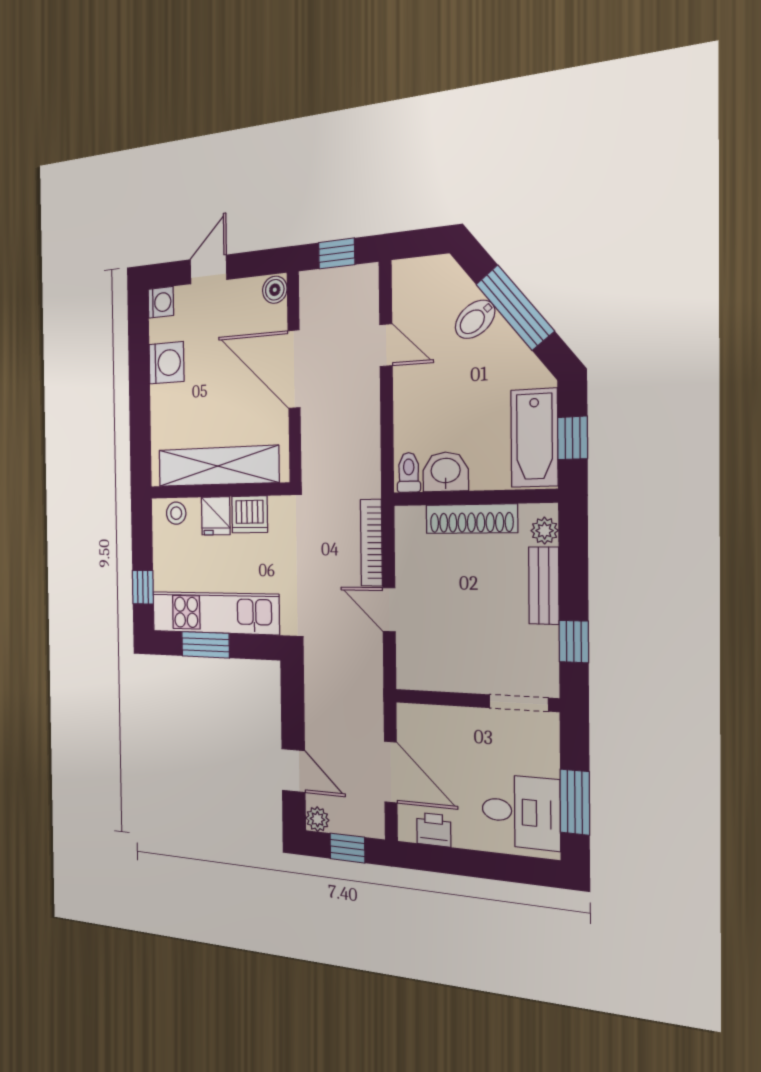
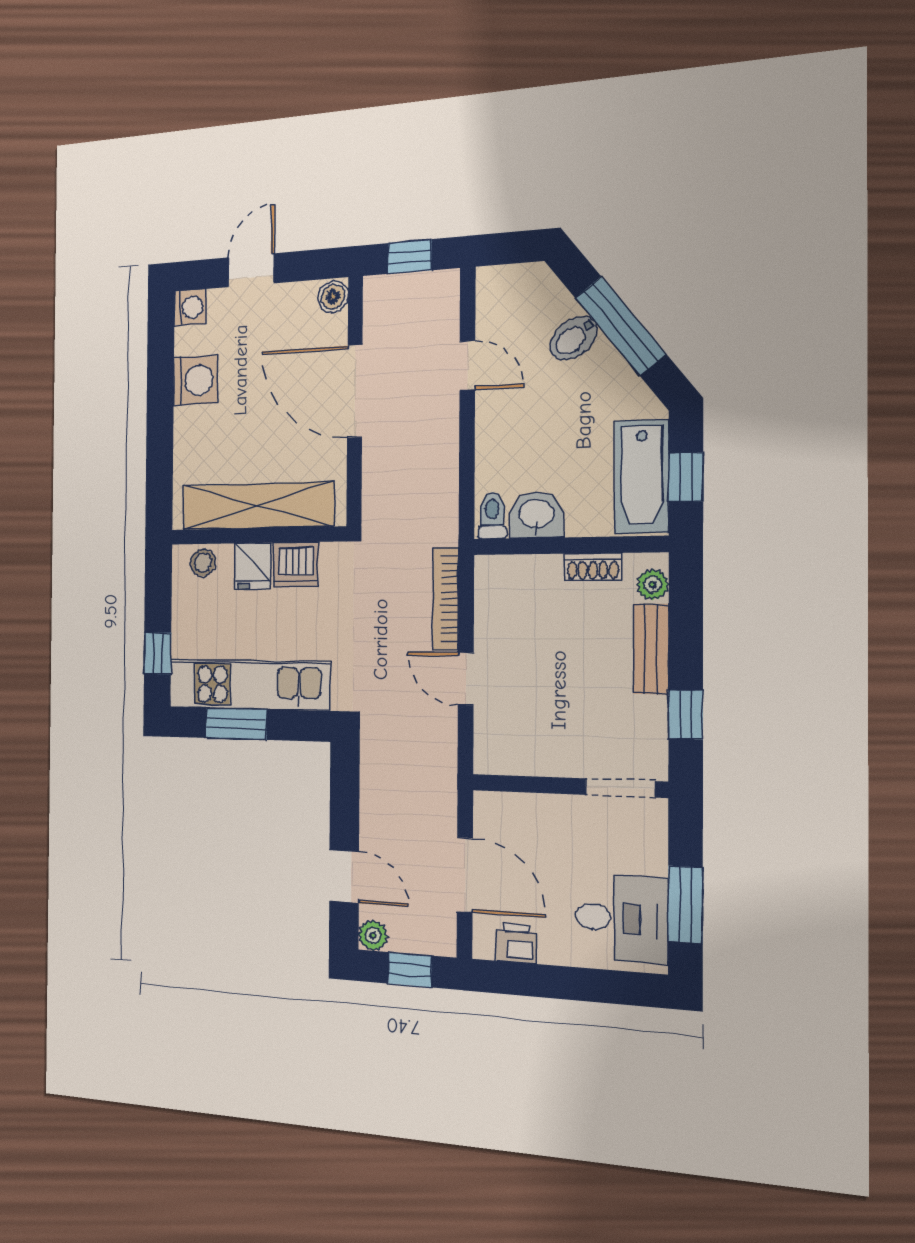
shoe rack: (471, 519) -> (593, 567), width x0.51, depth x0.81

